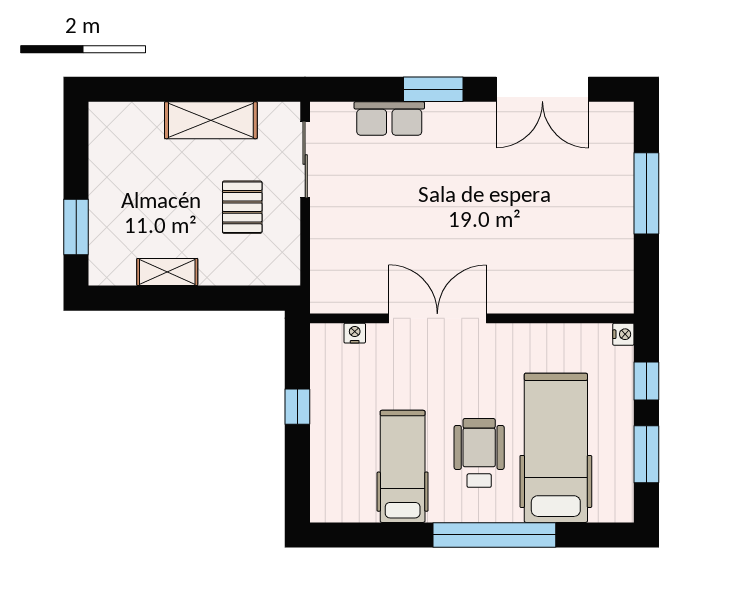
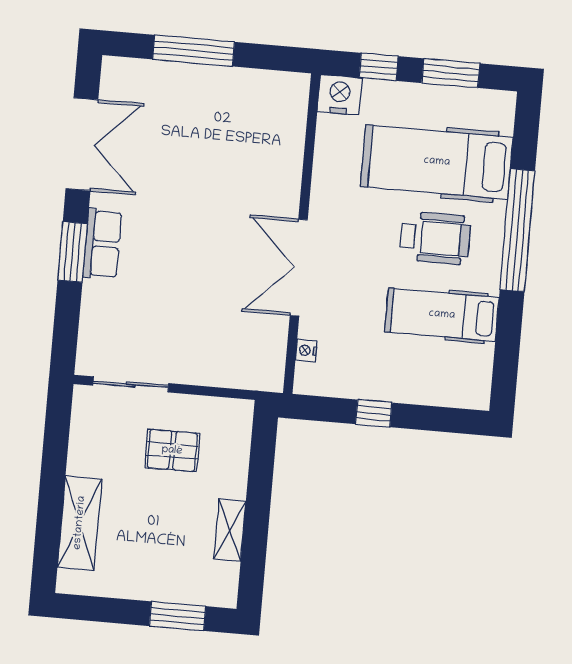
row of seats: (389, 119) -> (102, 244), moved
shelving: (211, 120) -> (80, 523), moved
nightstand: (623, 334) -> (340, 95), width x1.89, depth x1.79
wheelchair: (479, 453) -> (435, 238), turned 180

